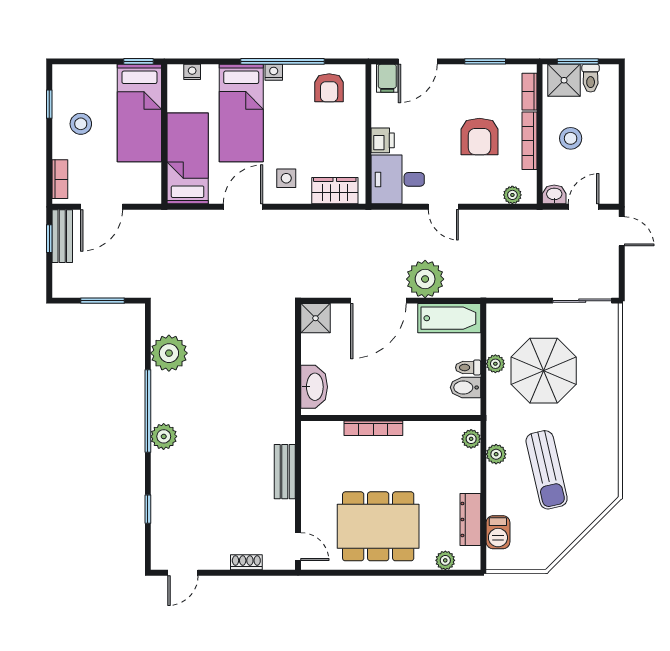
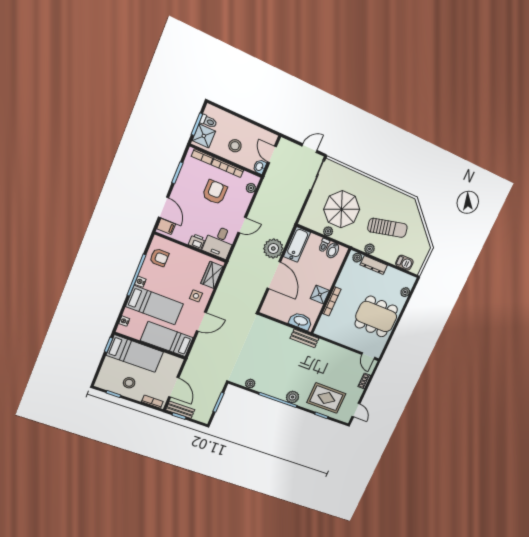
armchair: (479, 136) -> (215, 192), turned -90
door: (243, 207) -> (201, 322), swing flipped
door: (622, 231) -> (310, 148), moved
shower: (316, 318) -> (320, 295), moved
plant: (169, 353) -> (250, 384), width x0.53, depth x0.53
bench: (285, 472) -> (305, 338), moved
rug: (186, 503) -> (326, 398), added
dresser: (470, 519) -> (374, 265), moved
dining table: (378, 526) -> (376, 317), turned 90
door: (298, 547) -> (368, 356), swing flipped

